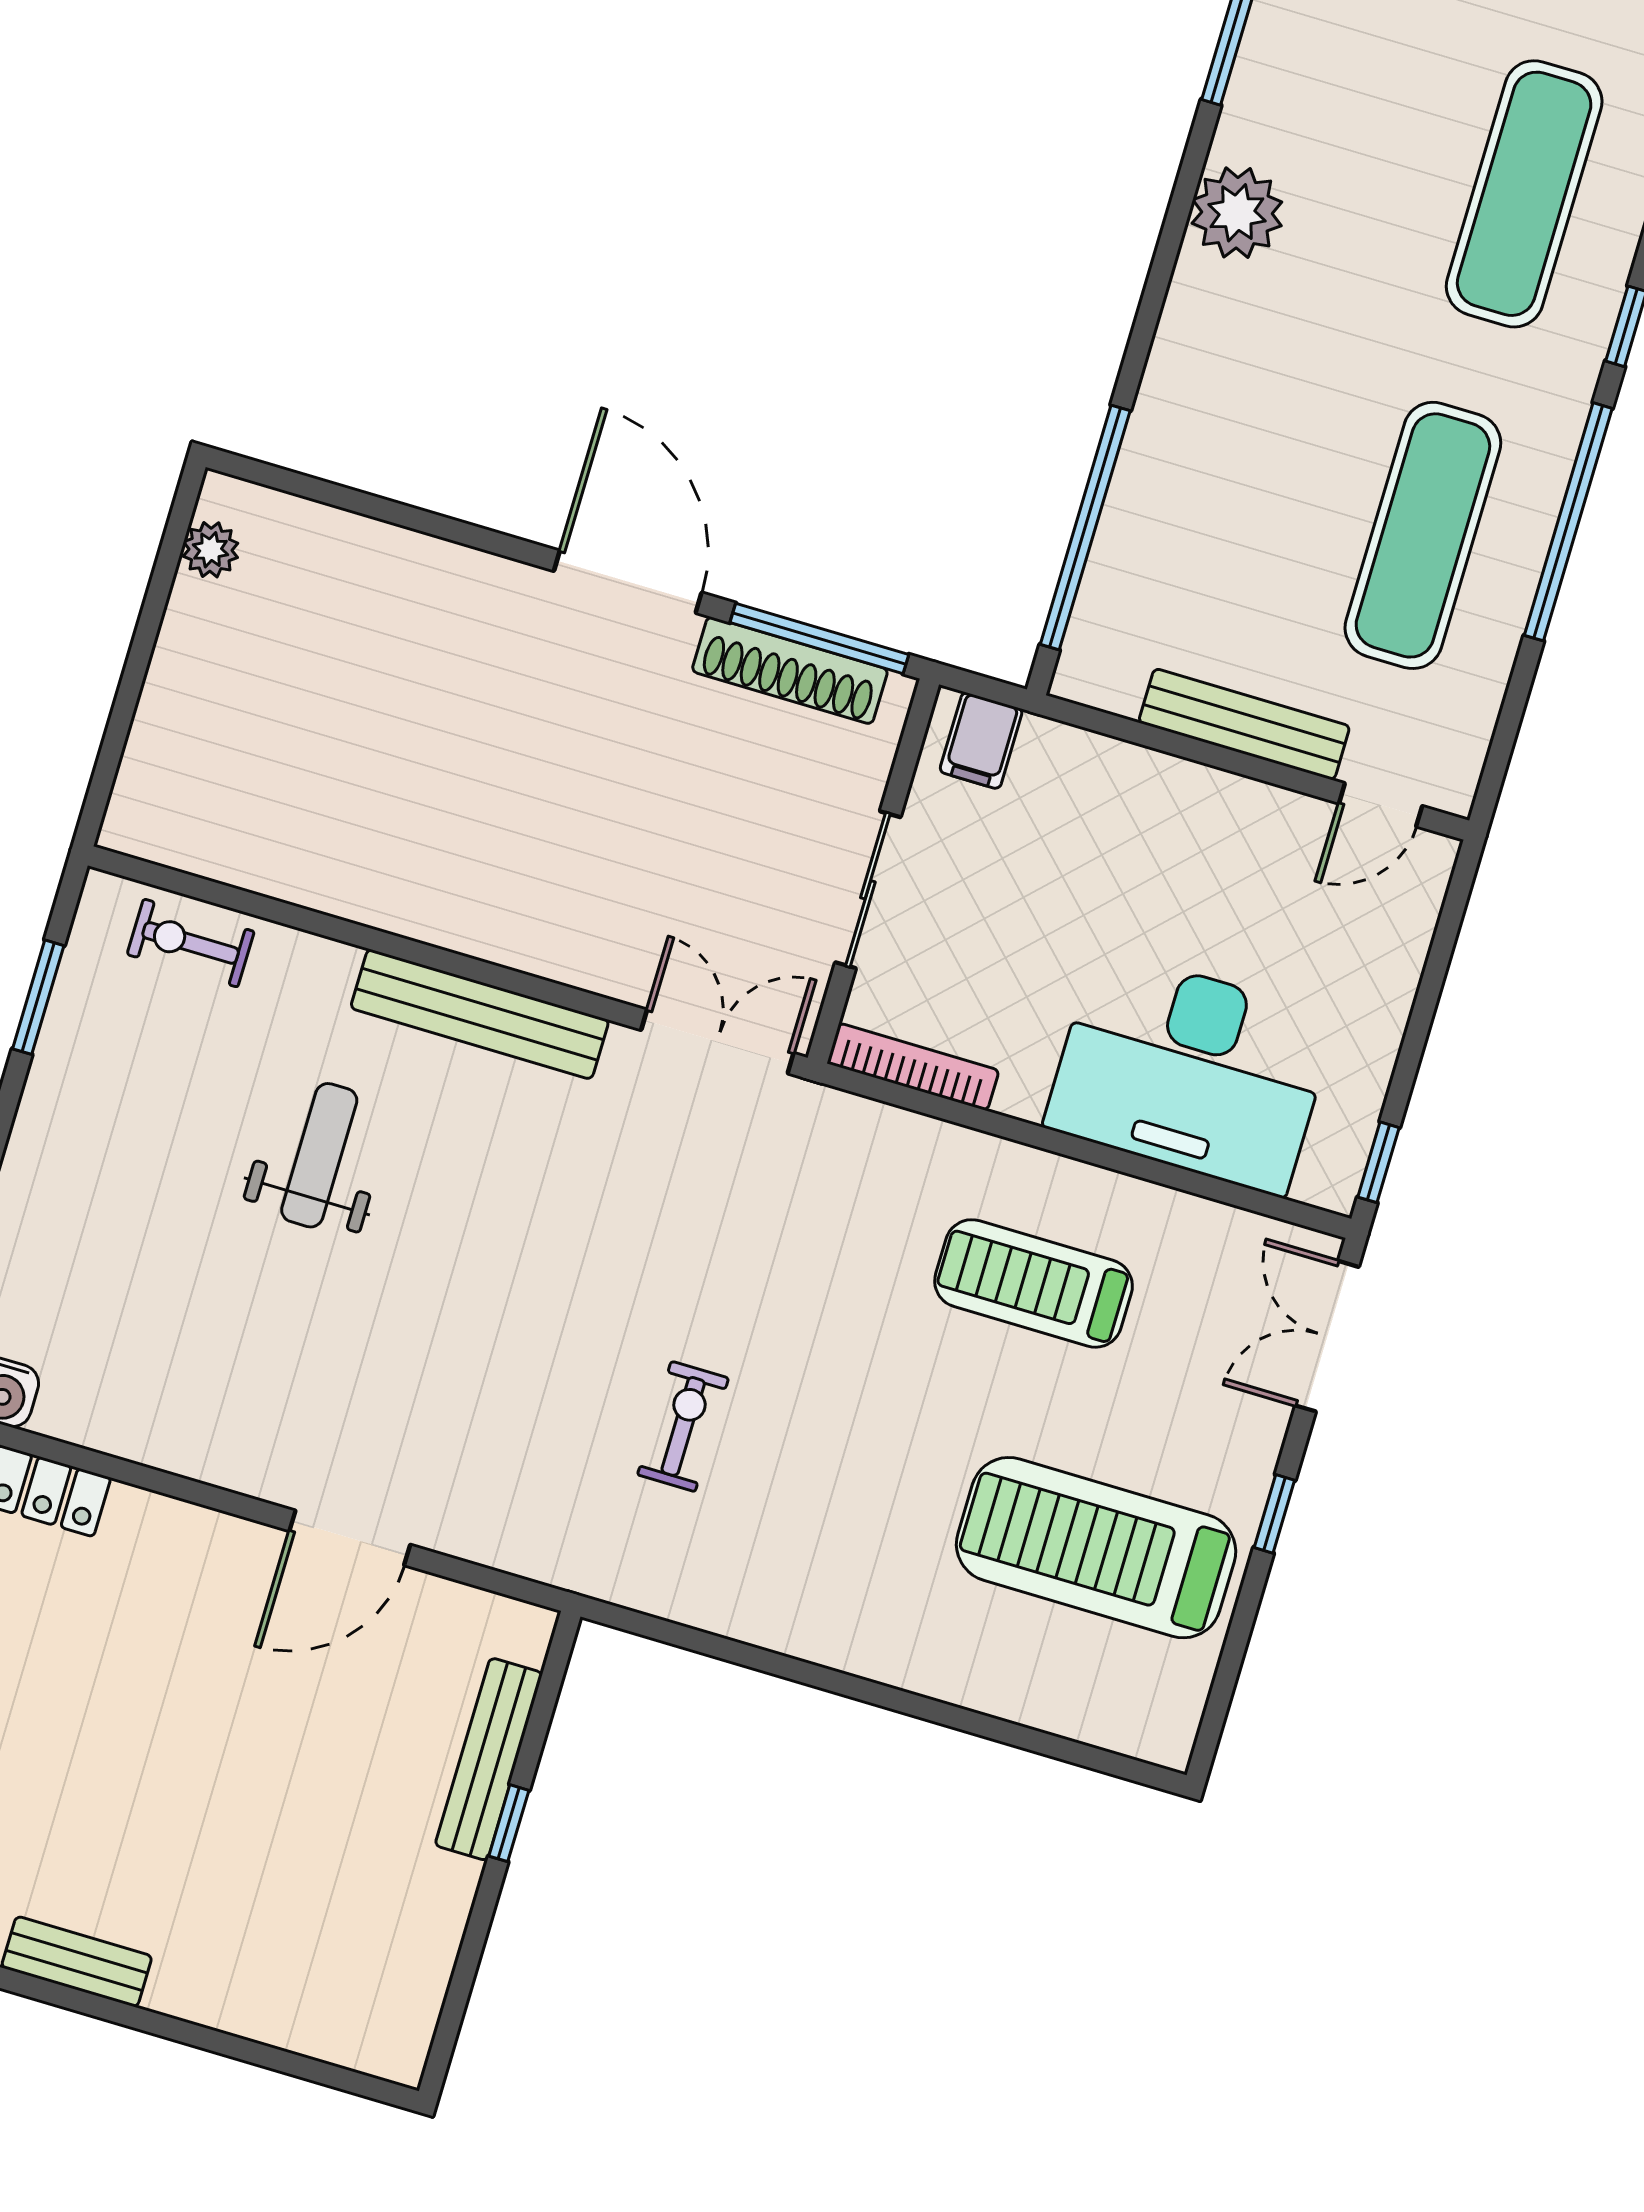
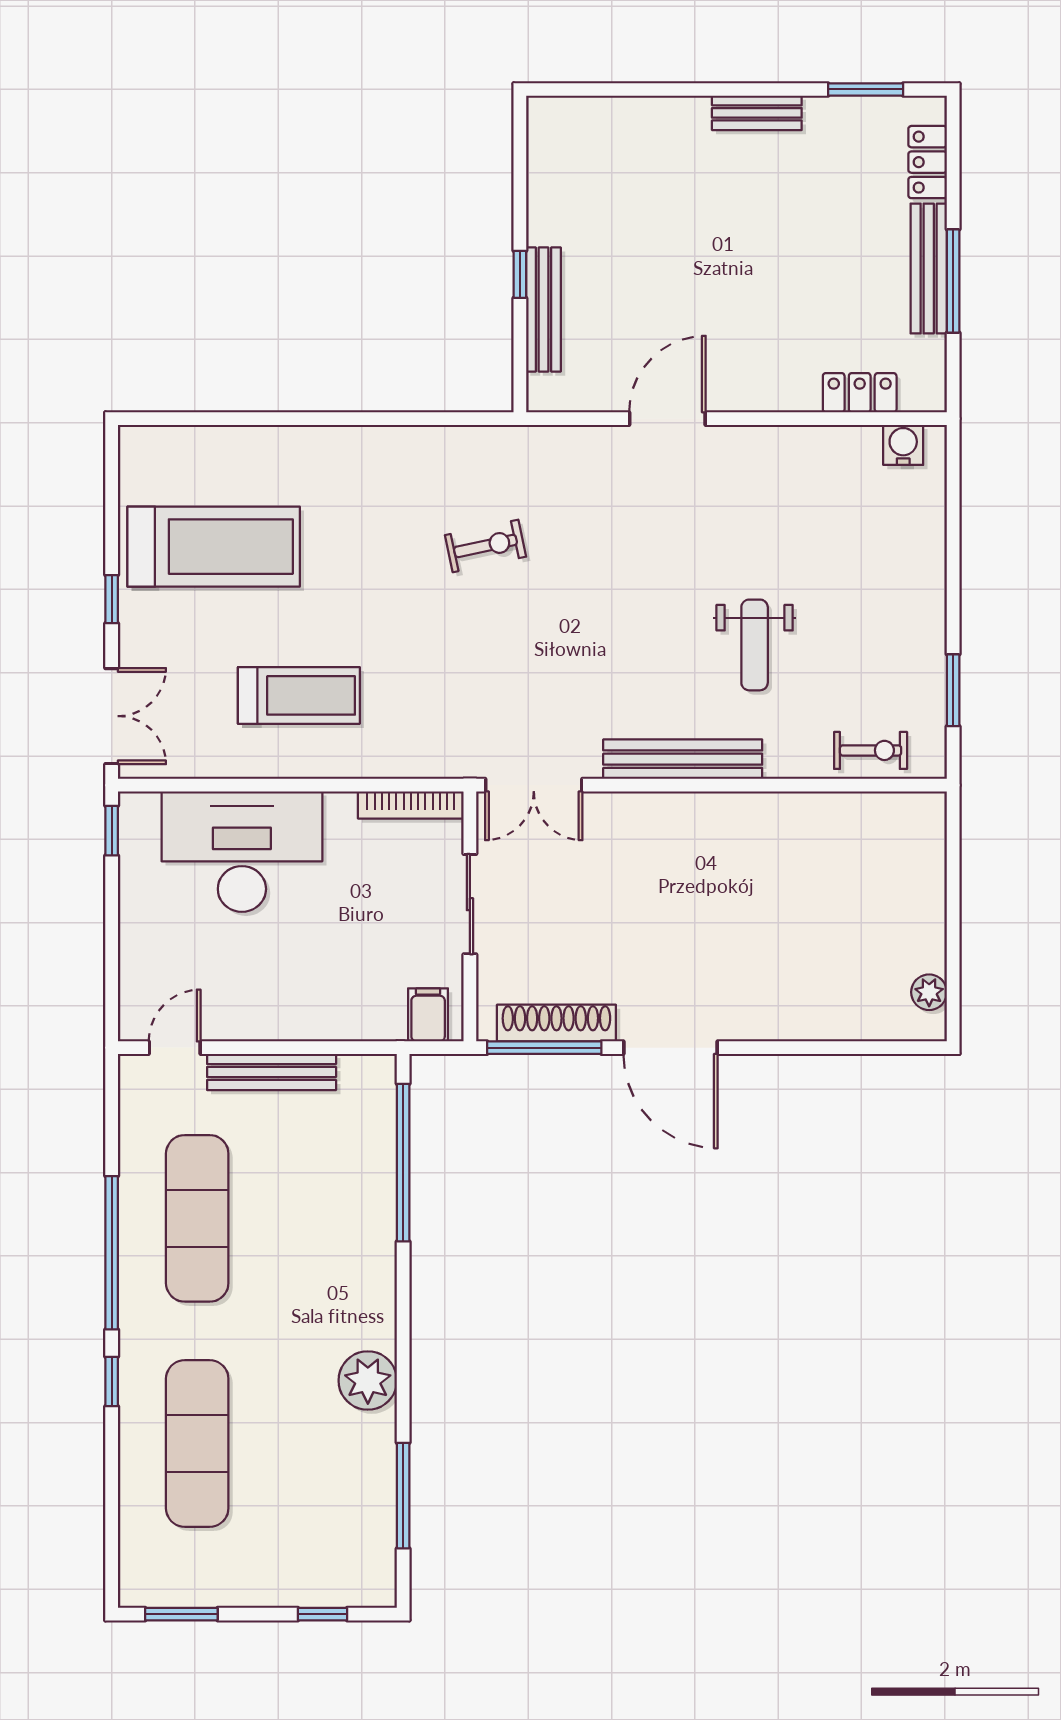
exercise bike: (683, 1426) -> (485, 546), turned -102

